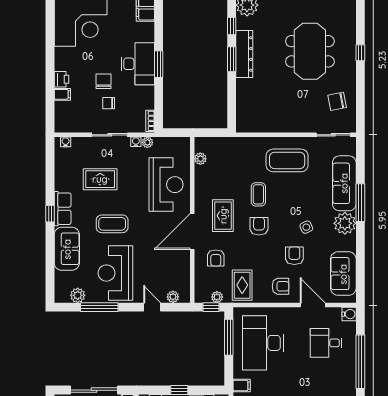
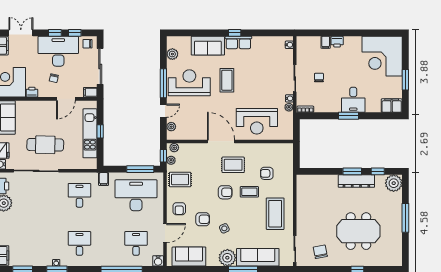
desk: (138, 64) -> (353, 100), width x0.73
chair: (104, 81) -> (336, 74), removed
plant: (200, 159) -> (174, 148), moved
rug: (100, 179) -> (261, 71), removed
armchair: (216, 258) -> (267, 173), moved
window: (99, 307) -> (163, 83), moved

